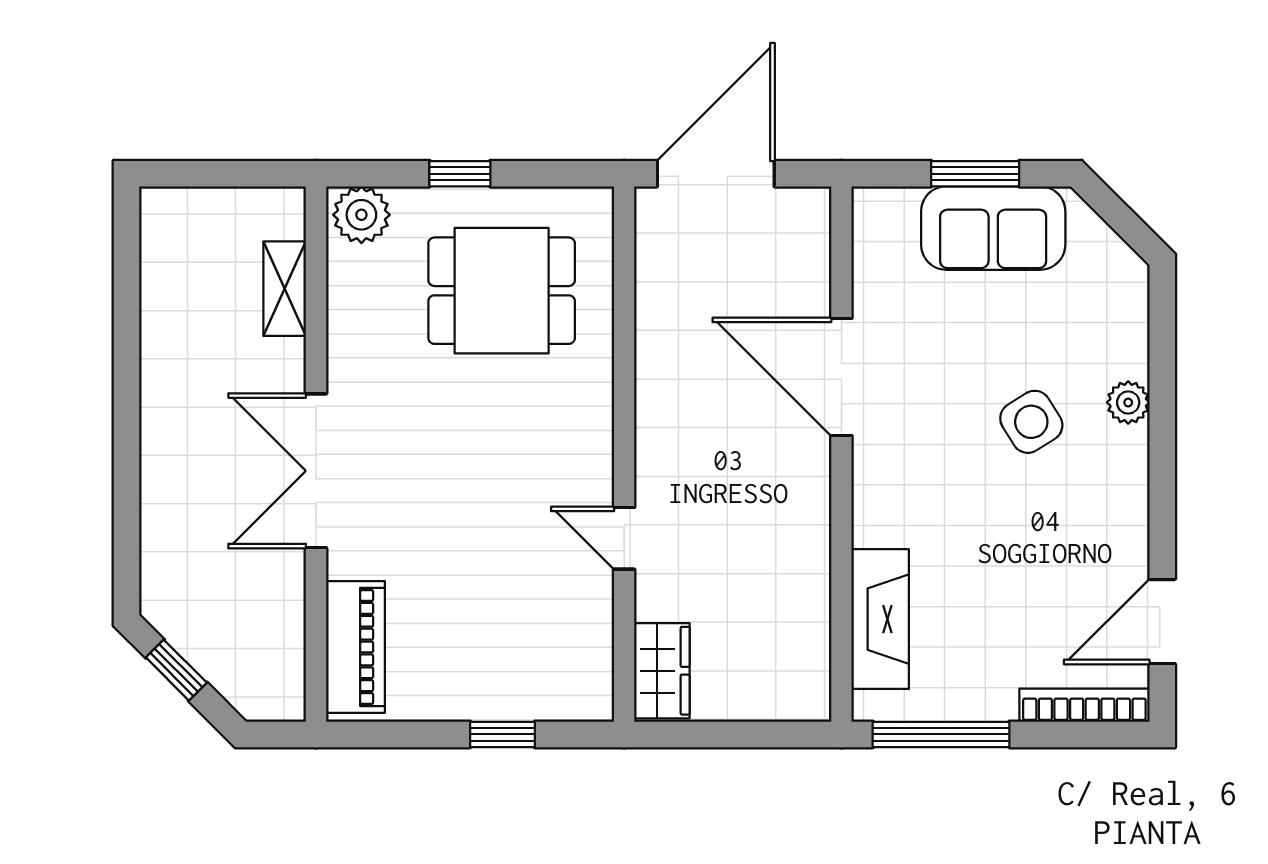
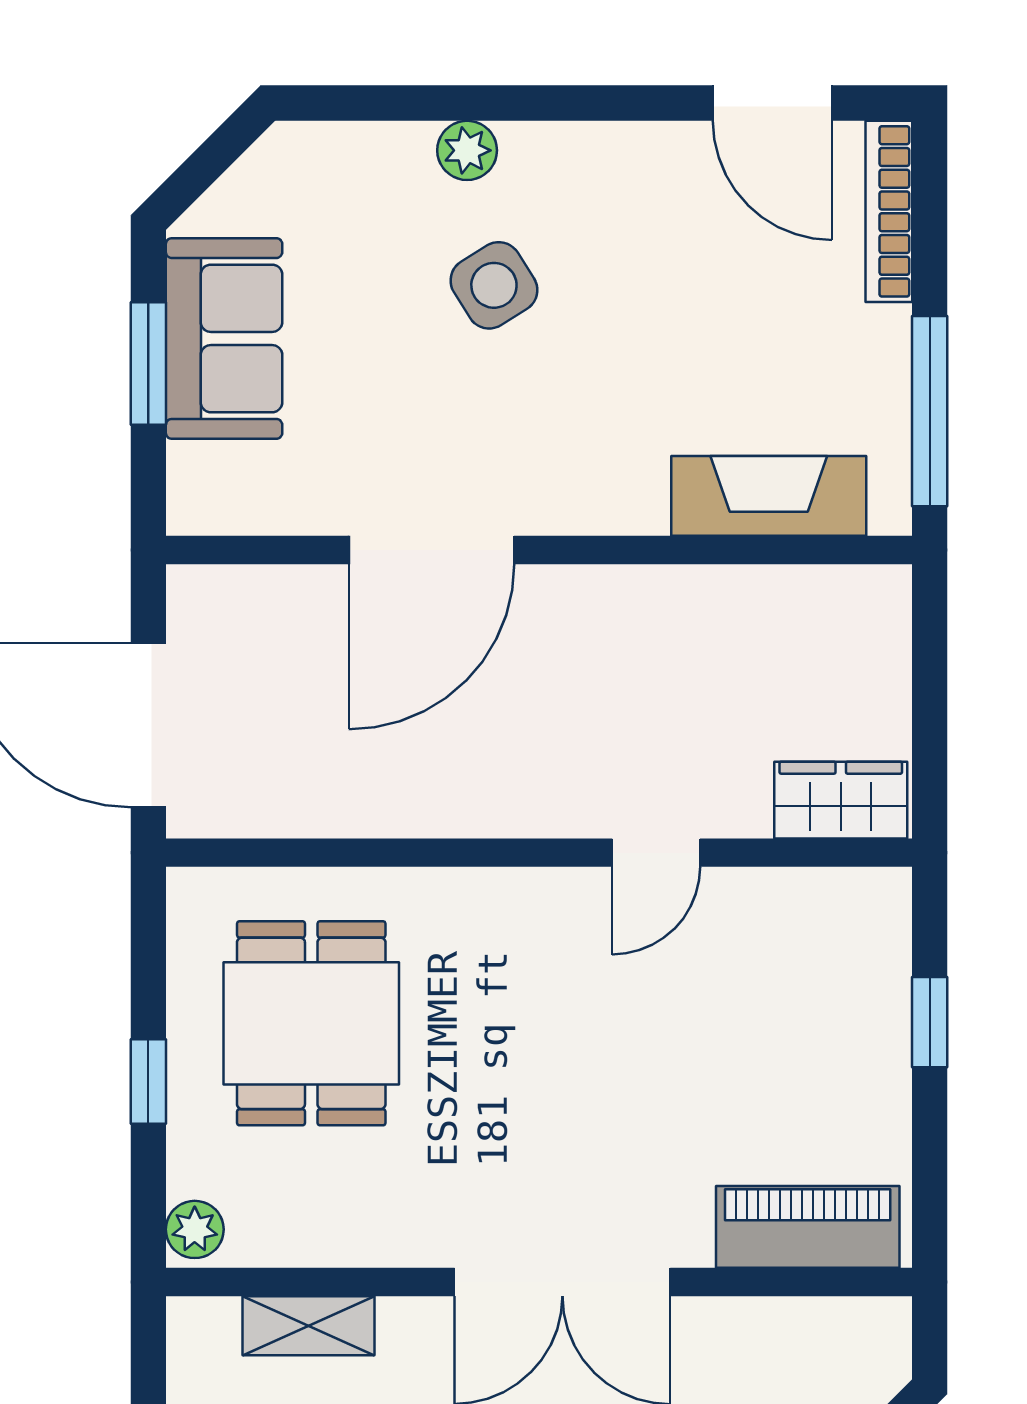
plant: (361, 215) -> (195, 1229), width x0.73, depth x0.73

